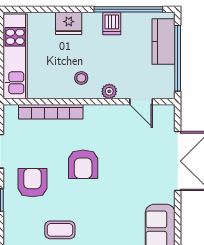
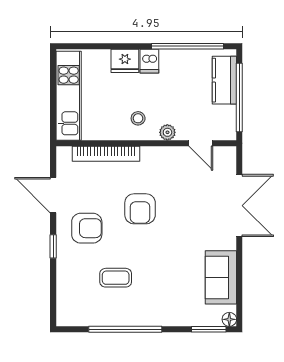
dishwasher: (112, 23) -> (149, 61), moved
armchair: (32, 183) -> (87, 228), turned 90

